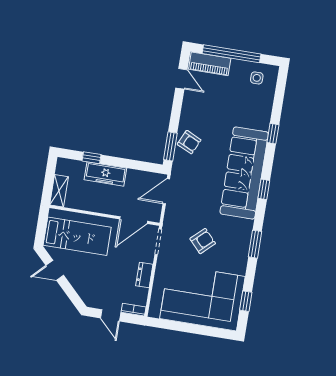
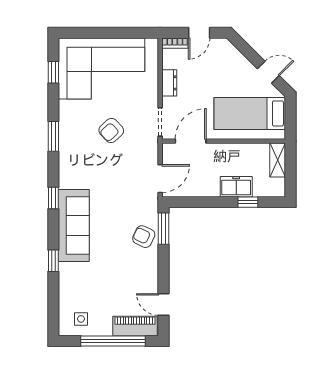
sofa: (244, 173) -> (74, 225), width x0.74, depth x0.79
freezer: (105, 174) -> (236, 187), width x0.71
door: (111, 315) -> (199, 33), swing flipped

